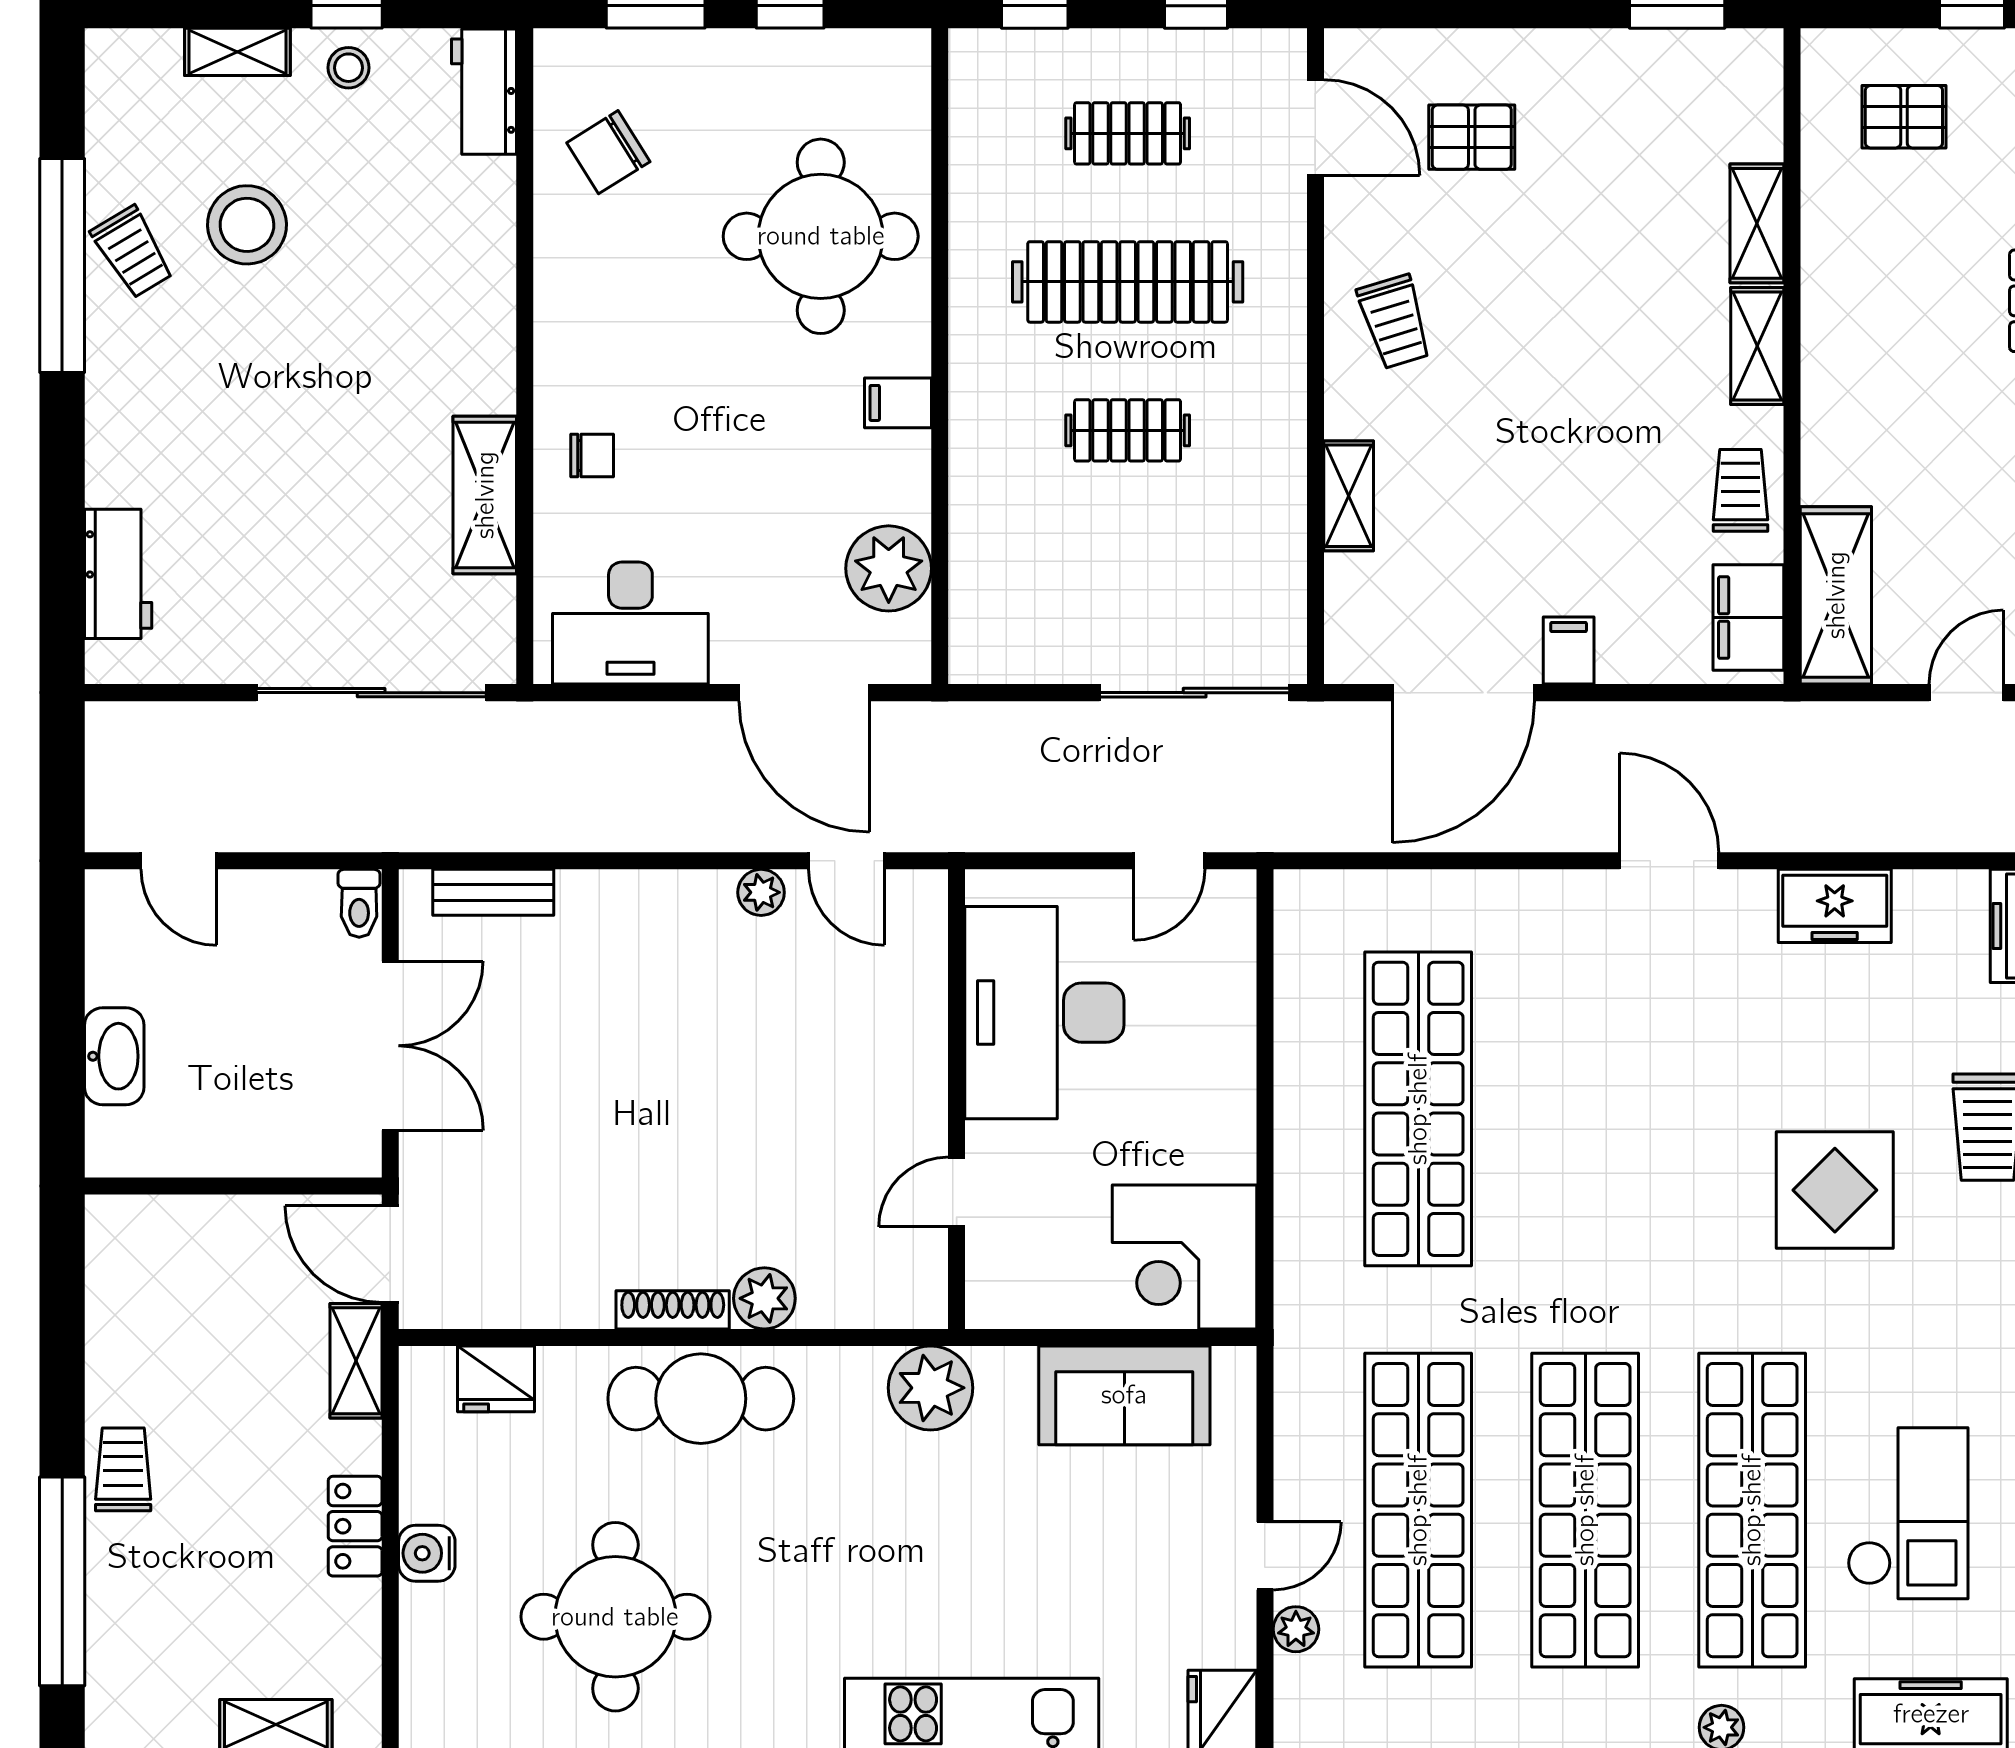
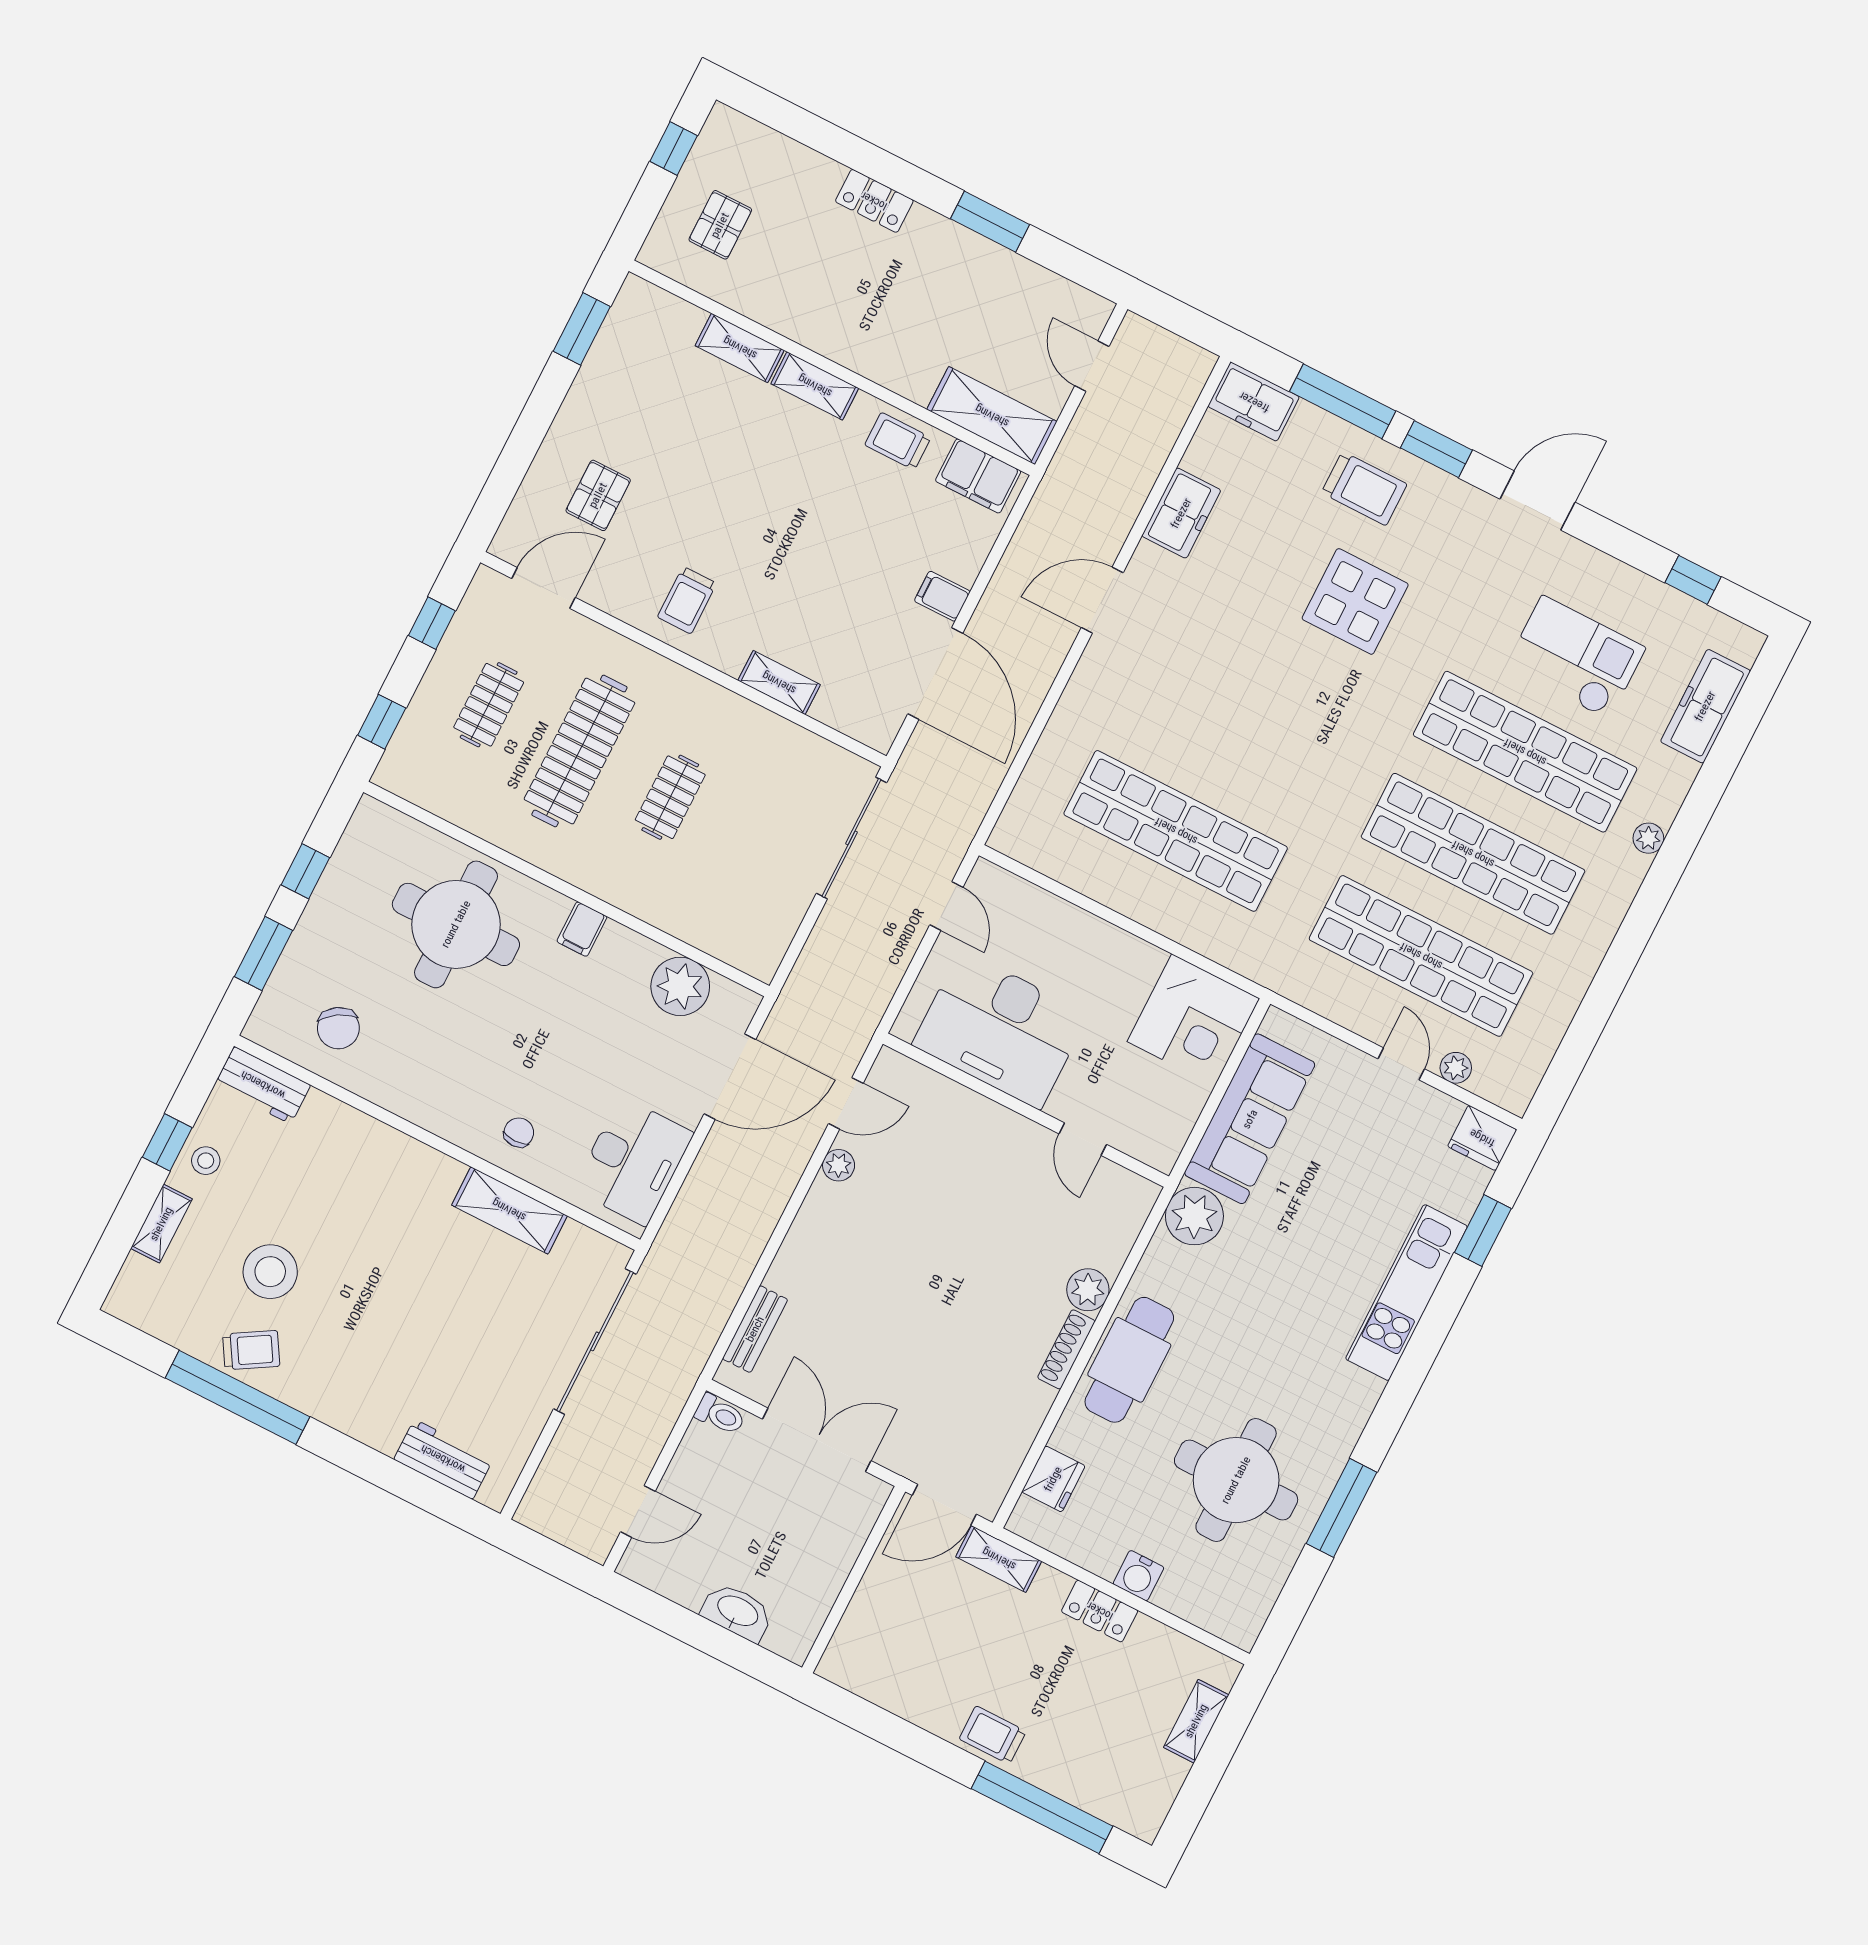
trolley: (1395, 322) -> (687, 600), turned 107
sofa: (1124, 1395) -> (1250, 1119), width x1.36

